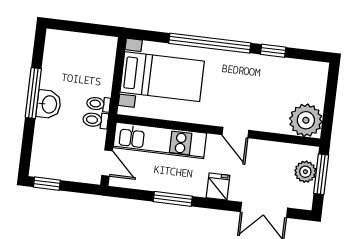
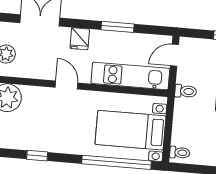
window: (210, 43) -> (116, 162), moved
toilet: (98, 104) -> (180, 153), moved
door: (107, 163) -> (175, 55), hinge flipped

